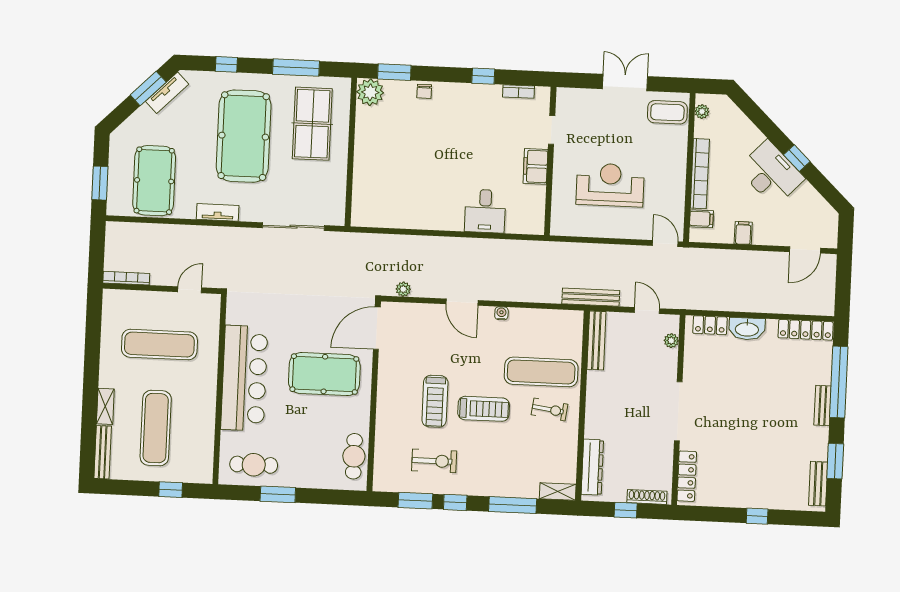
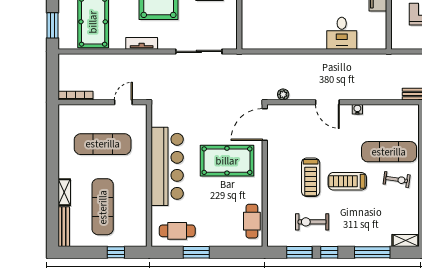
treadmill: (484, 409) -> (347, 181), turned 180
exercise bike: (434, 461) -> (312, 222), turned 180

